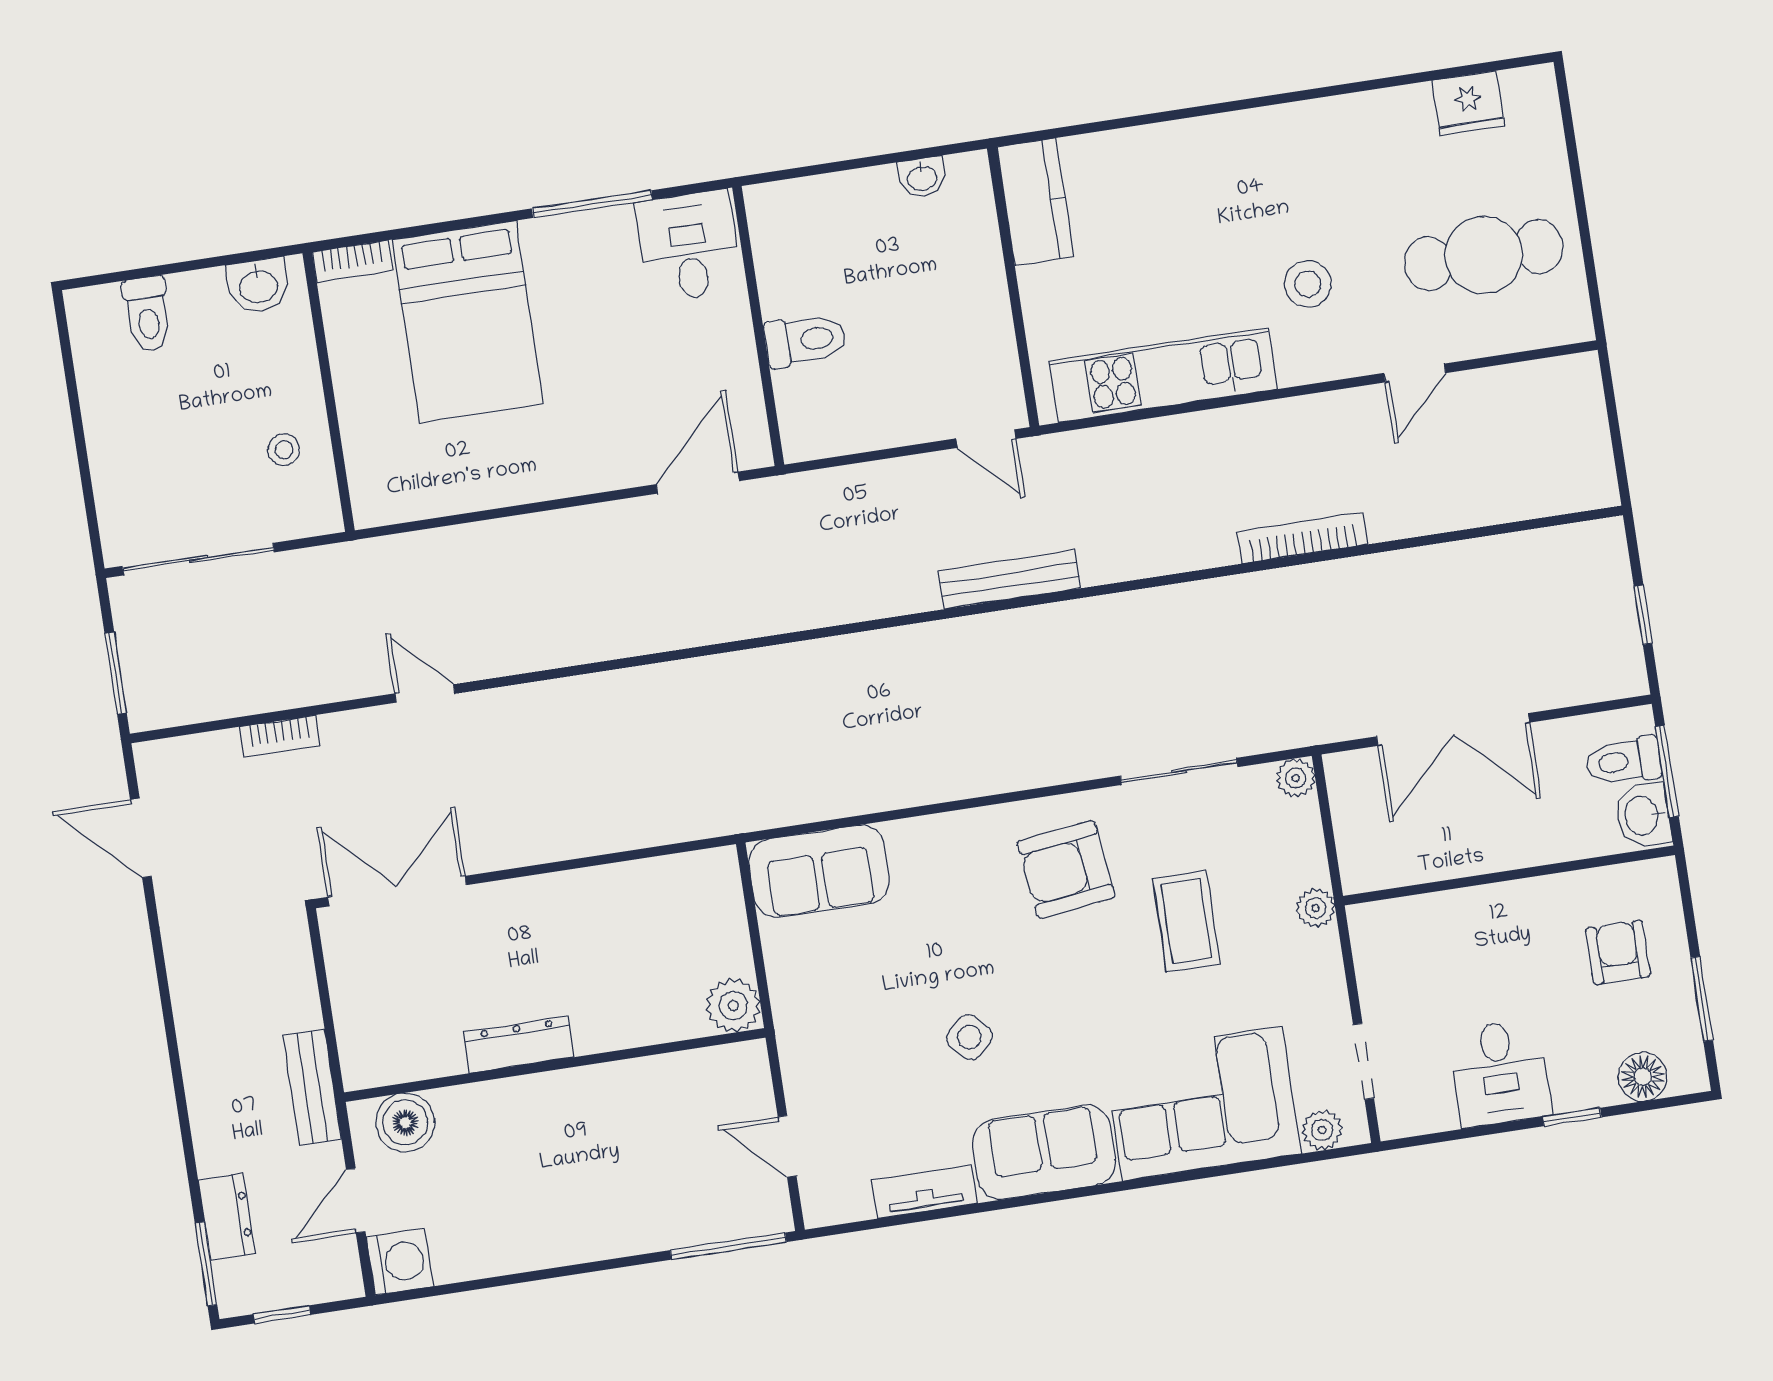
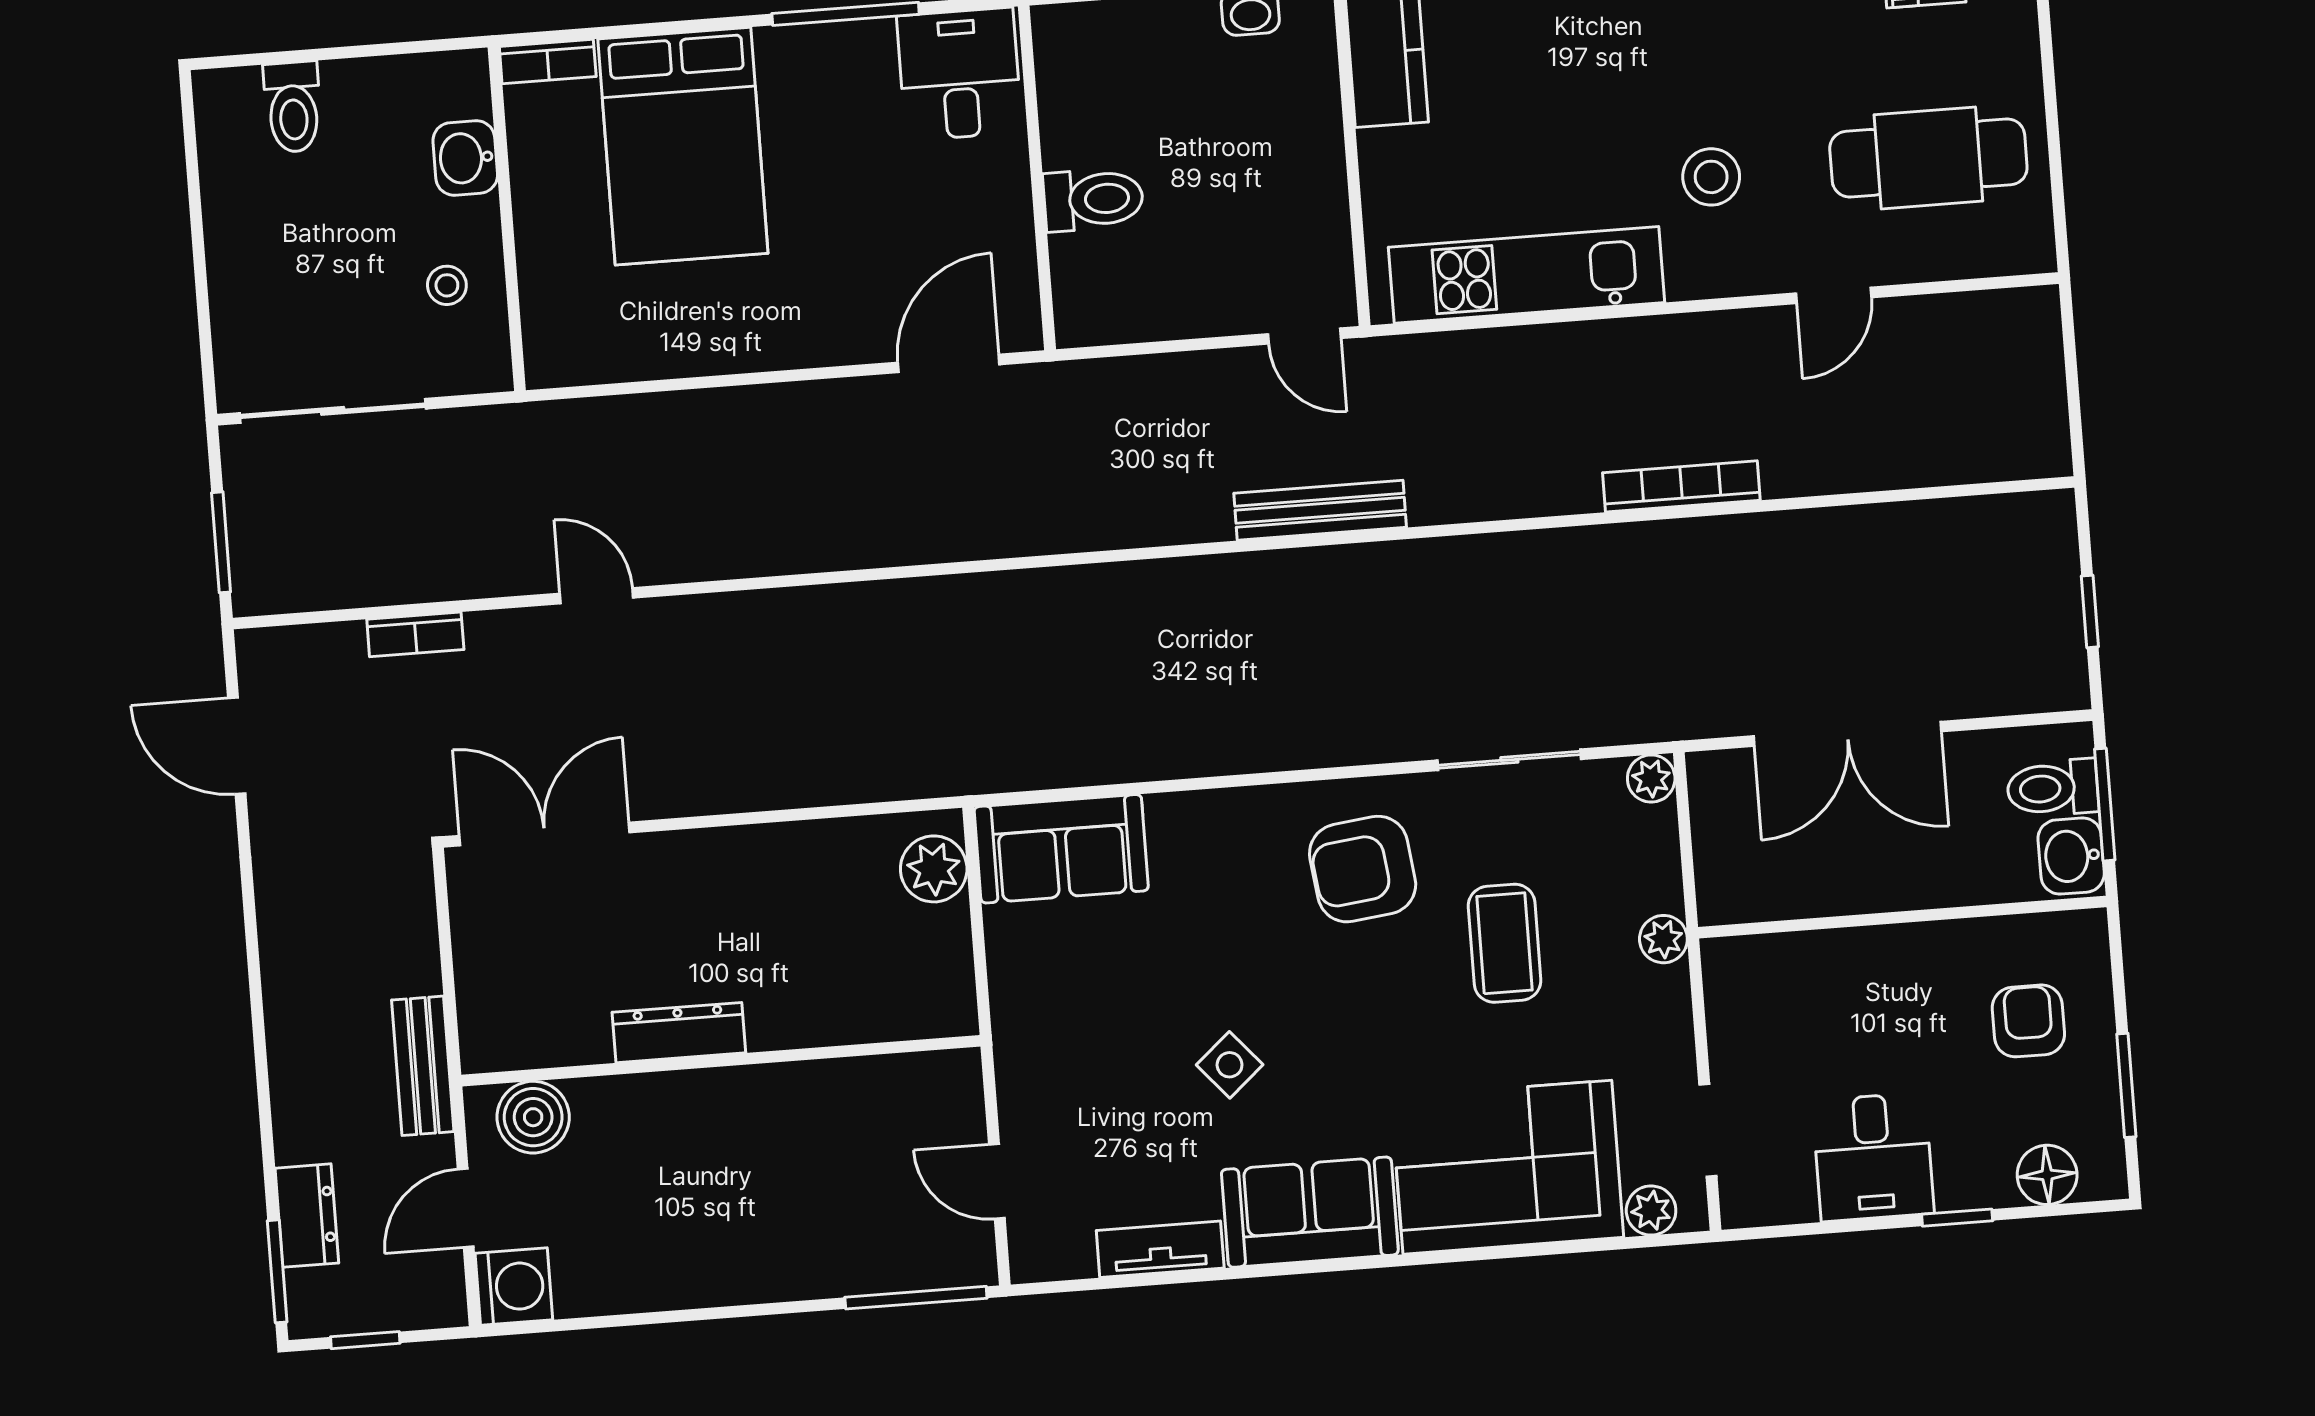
washbasin: (258, 286) -> (465, 158), moved, turned 90
plant: (733, 1005) -> (934, 869), moved

